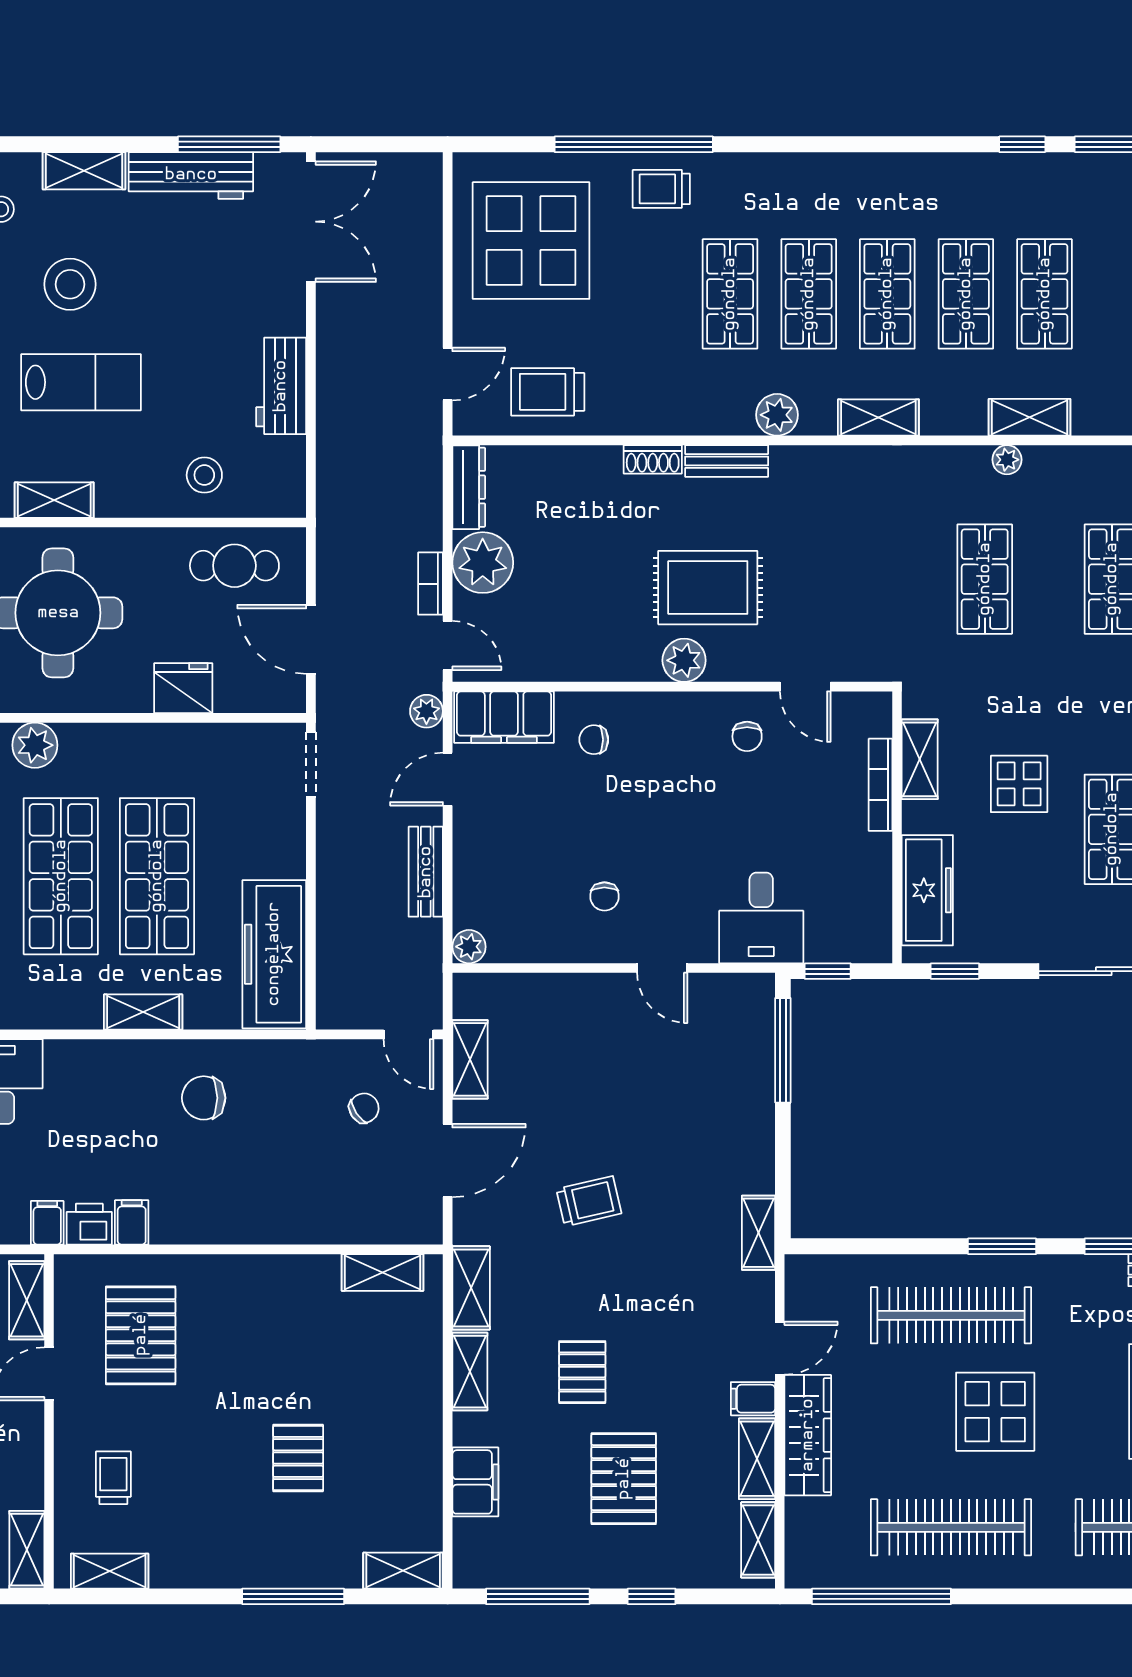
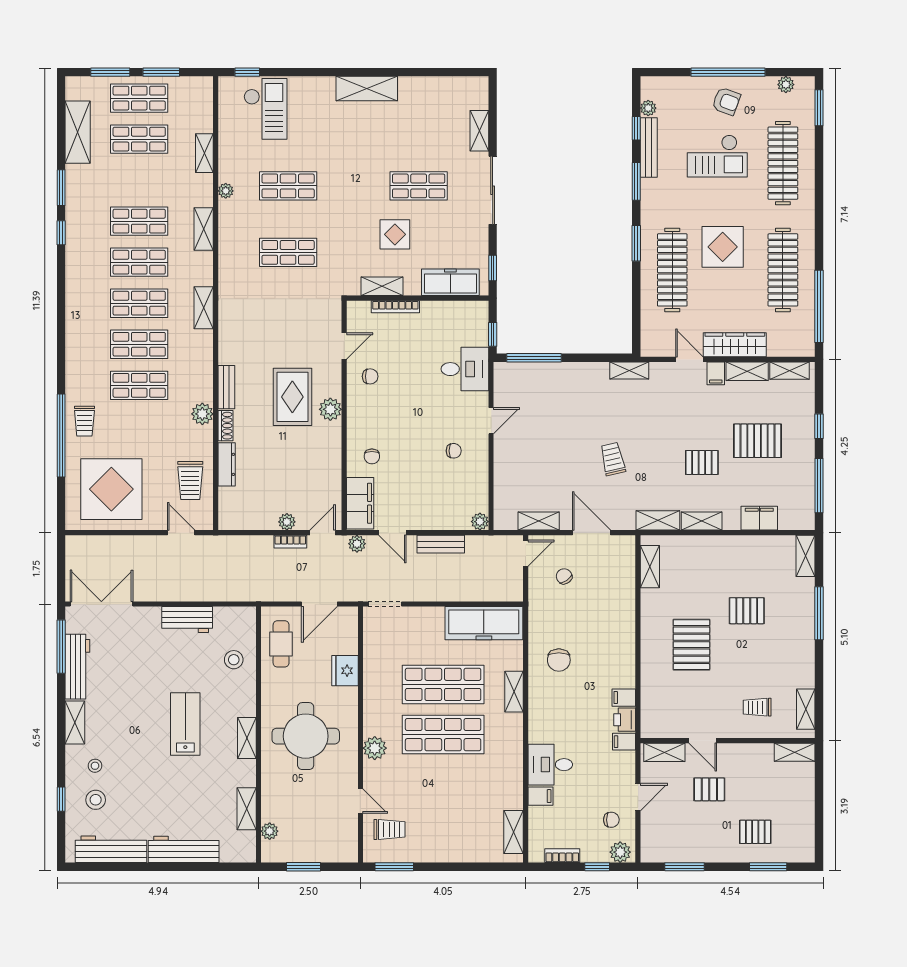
stool: (70, 284) -> (134, 730), removed
plant: (777, 415) -> (202, 414), moved
plant: (1007, 460) -> (226, 191), moved
dresser: (469, 487) -> (227, 464), moved, turned 90
plant: (483, 563) -> (287, 522), width x0.53, depth x0.53
pallet: (141, 1335) -> (691, 645), moved, turned 90

